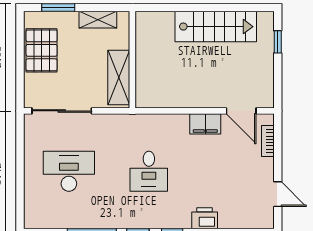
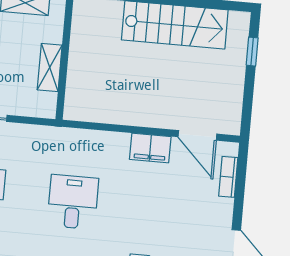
shelving: (119, 77) -> (50, 68), width x0.67, depth x0.75
desk: (149, 171) -> (73, 202), turned 180

